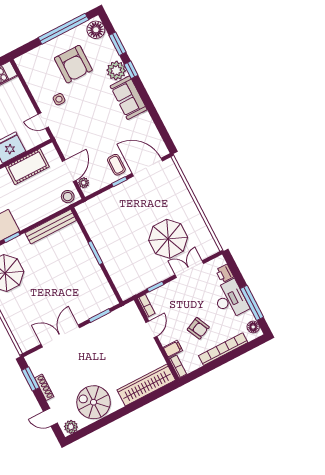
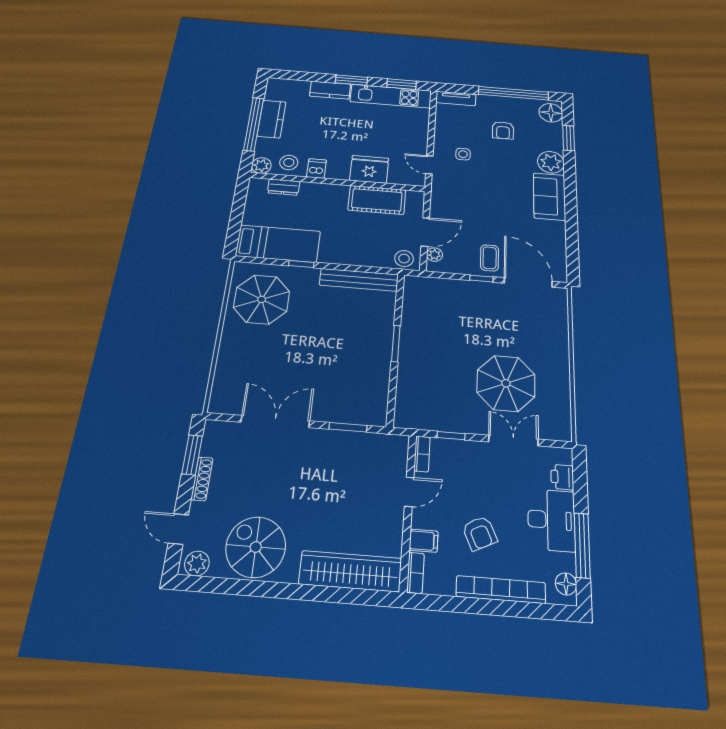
tv unit: (29, 57) -> (456, 98), added
armchair: (73, 64) -> (503, 130), width x0.53, depth x0.53
window: (131, 70) -> (570, 171), removed

